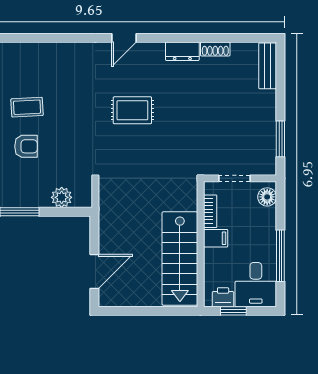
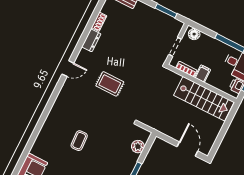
door: (124, 38) -> (68, 69), hinge flipped
rug: (132, 110) -> (110, 84), turned 90
armchair: (26, 146) -> (100, 152), removed

